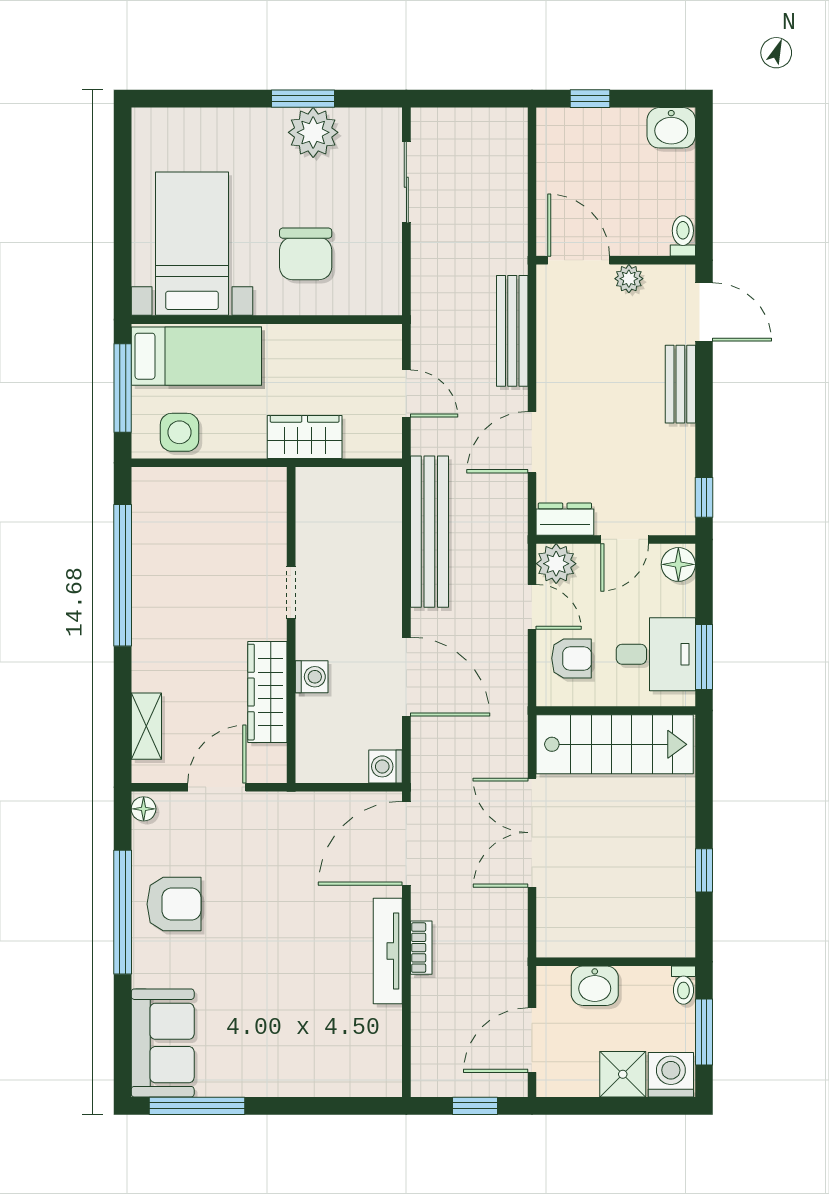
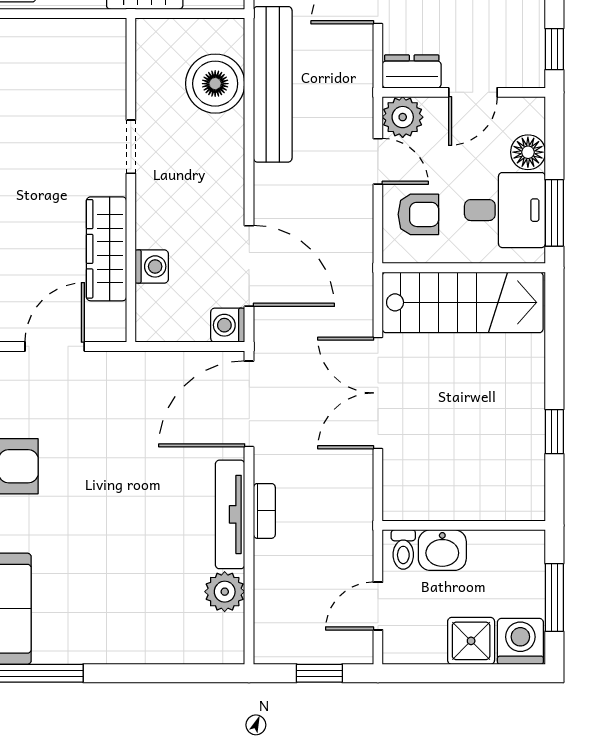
boiler: (373, 531) -> (215, 84), added
floor lamp: (678, 564) -> (528, 152), moved
washing machine: (312, 677) -> (152, 266), moved
door: (406, 677) -> (249, 266), moved
toilet: (683, 985) -> (403, 549), moved
plant: (383, 1026) -> (225, 592), added
door: (532, 1040) -> (378, 606), width x0.73

